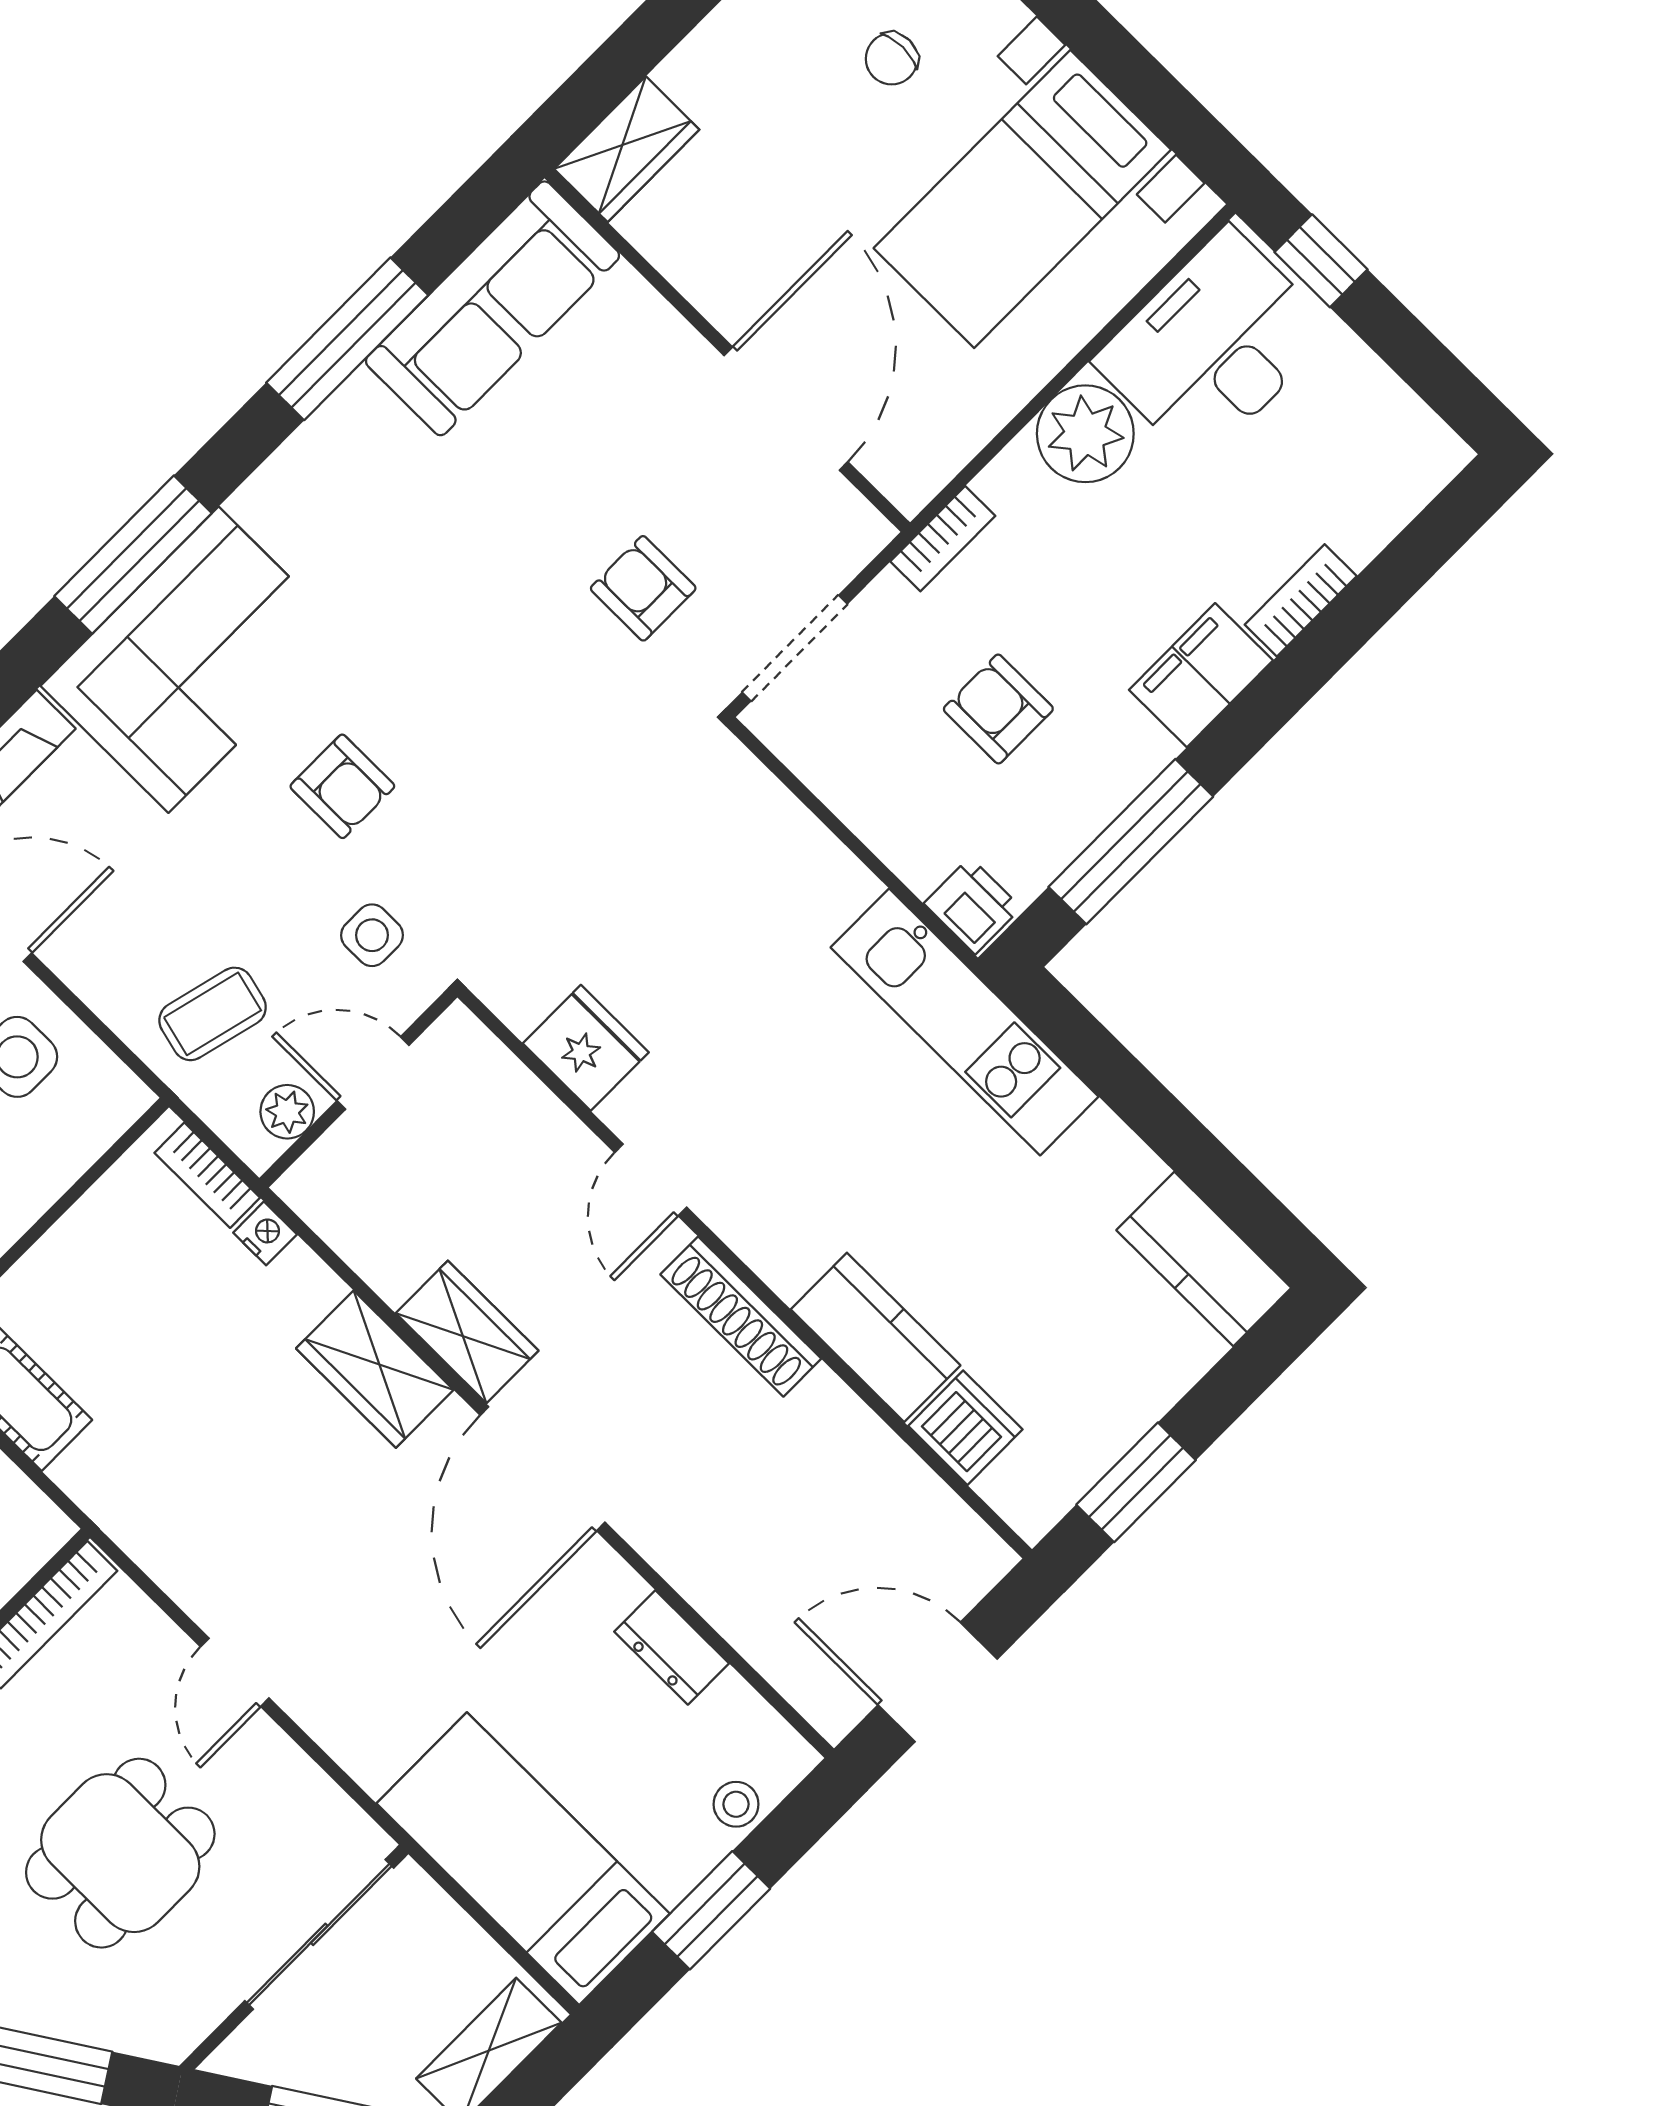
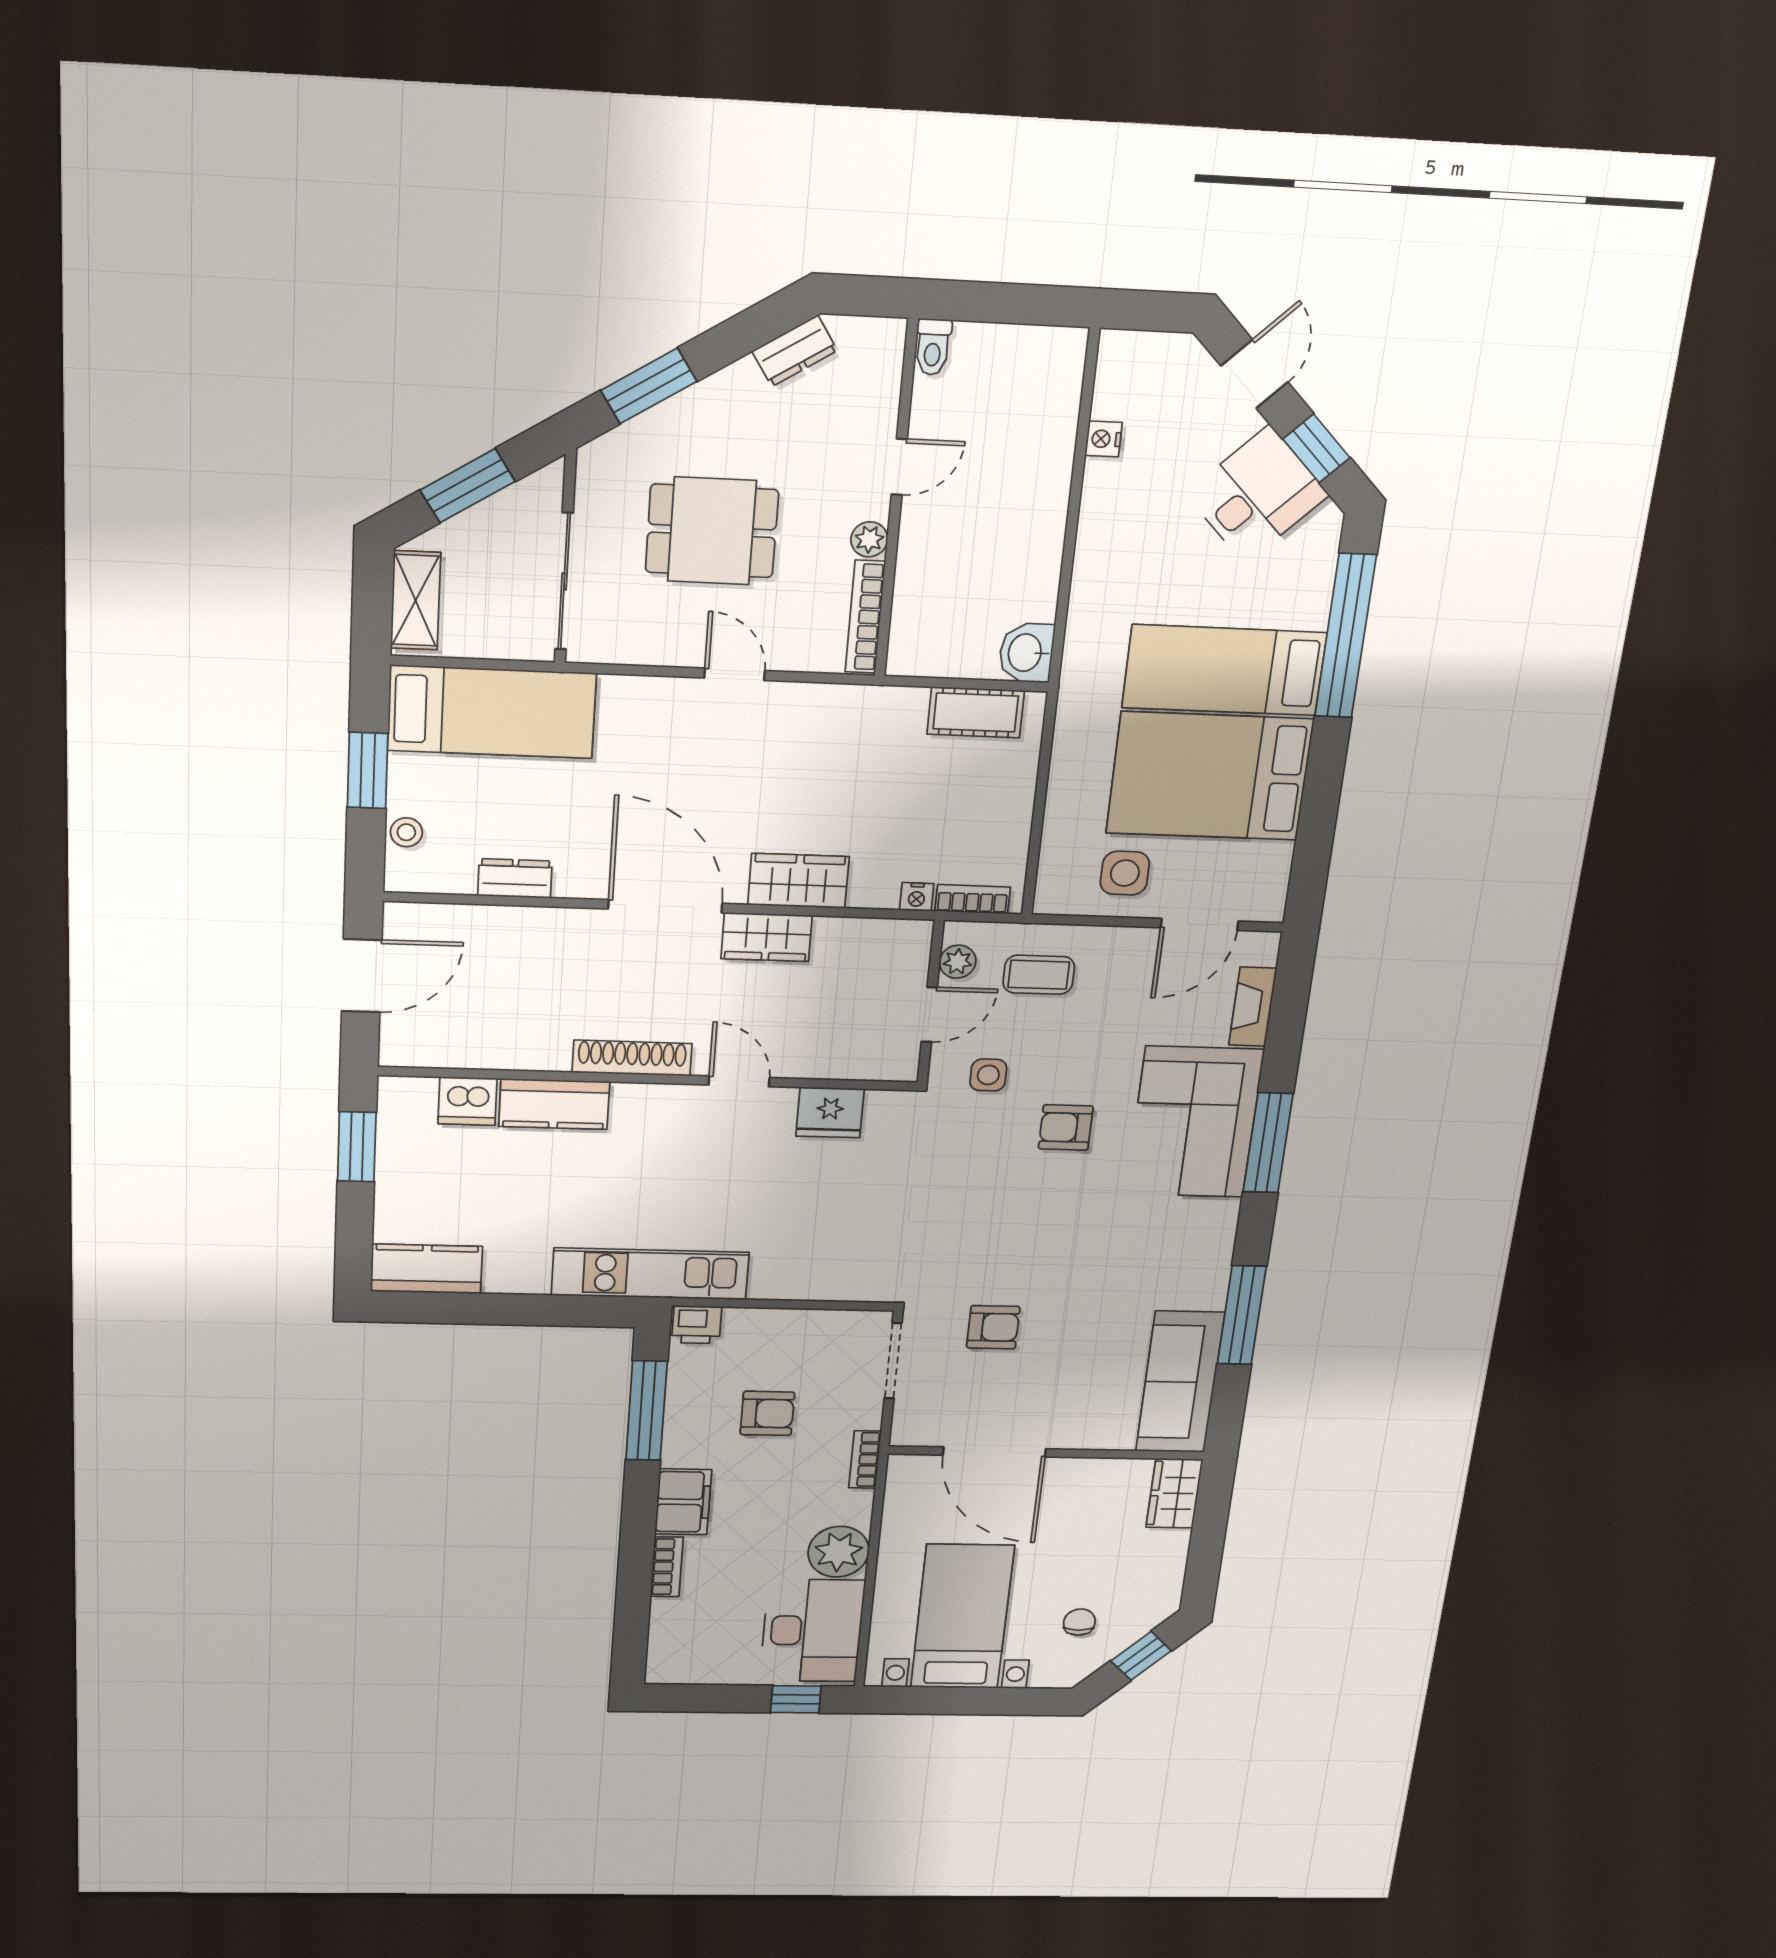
coffee table: (213, 1014) -> (1039, 975), turned 76
dining table: (120, 1853) -> (712, 531), turned 90

